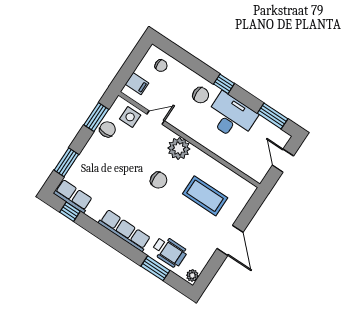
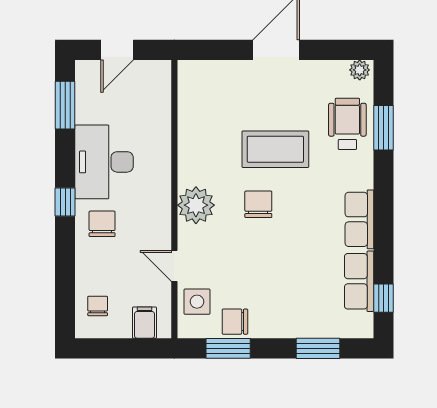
row of seats: (73, 196) -> (359, 281), moved
coffee table: (205, 196) -> (275, 149), moved, turned 90
row of seats: (125, 230) -> (359, 219), width x0.68

